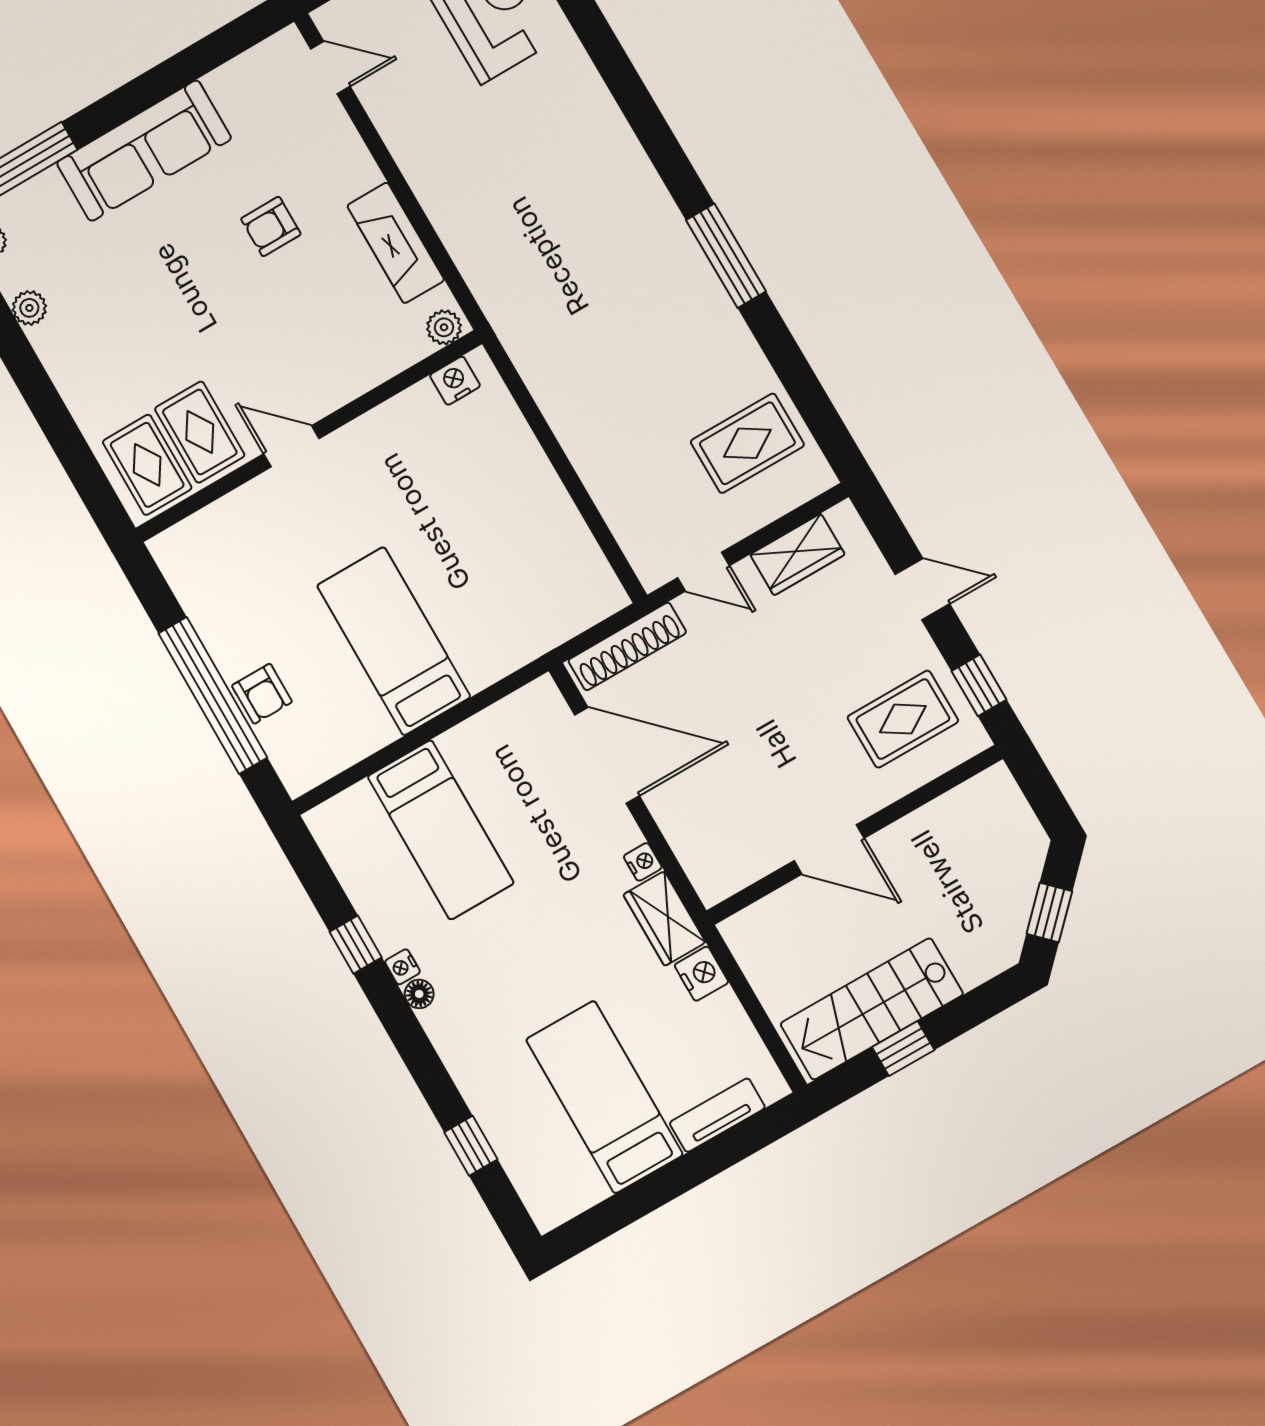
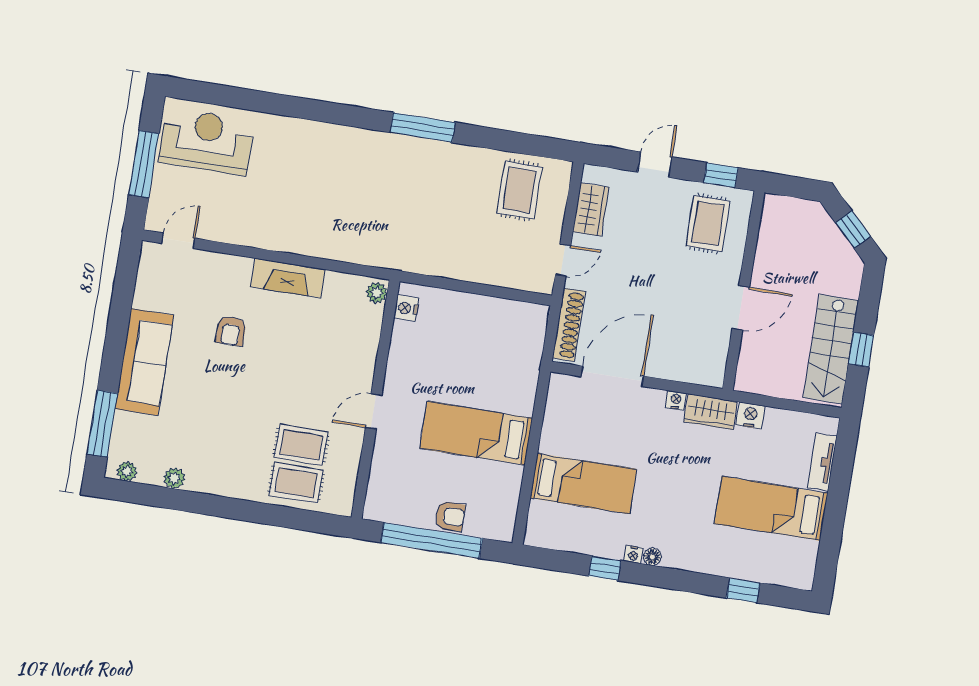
plant: (444, 327) -> (377, 293), moved
nightstand: (455, 381) -> (406, 308), moved
wall: (308, 436) -> (375, 399), moved
door: (291, 446) -> (374, 411), moved

